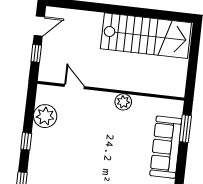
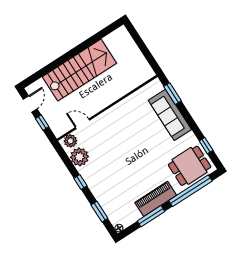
stairs: (146, 36) -> (79, 70), moved
plant: (123, 102) -> (70, 141), moved

